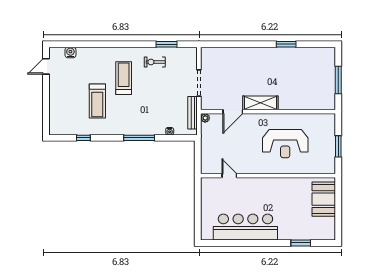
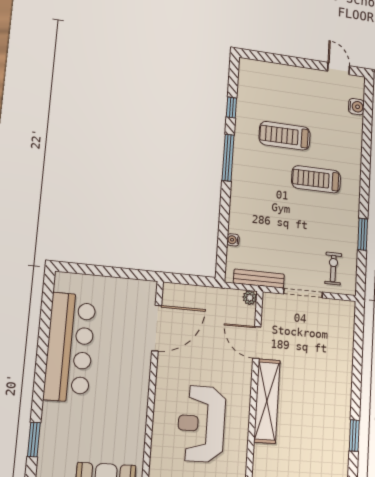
window: (166, 44) -> (363, 234), moved
exercise bike: (155, 62) -> (333, 269), moved
treadmill: (124, 78) -> (316, 179), turned 180
shelving: (260, 103) -> (267, 401), width x1.47
window: (139, 138) -> (228, 158), moved
door: (229, 176) -> (157, 328), width x1.88

